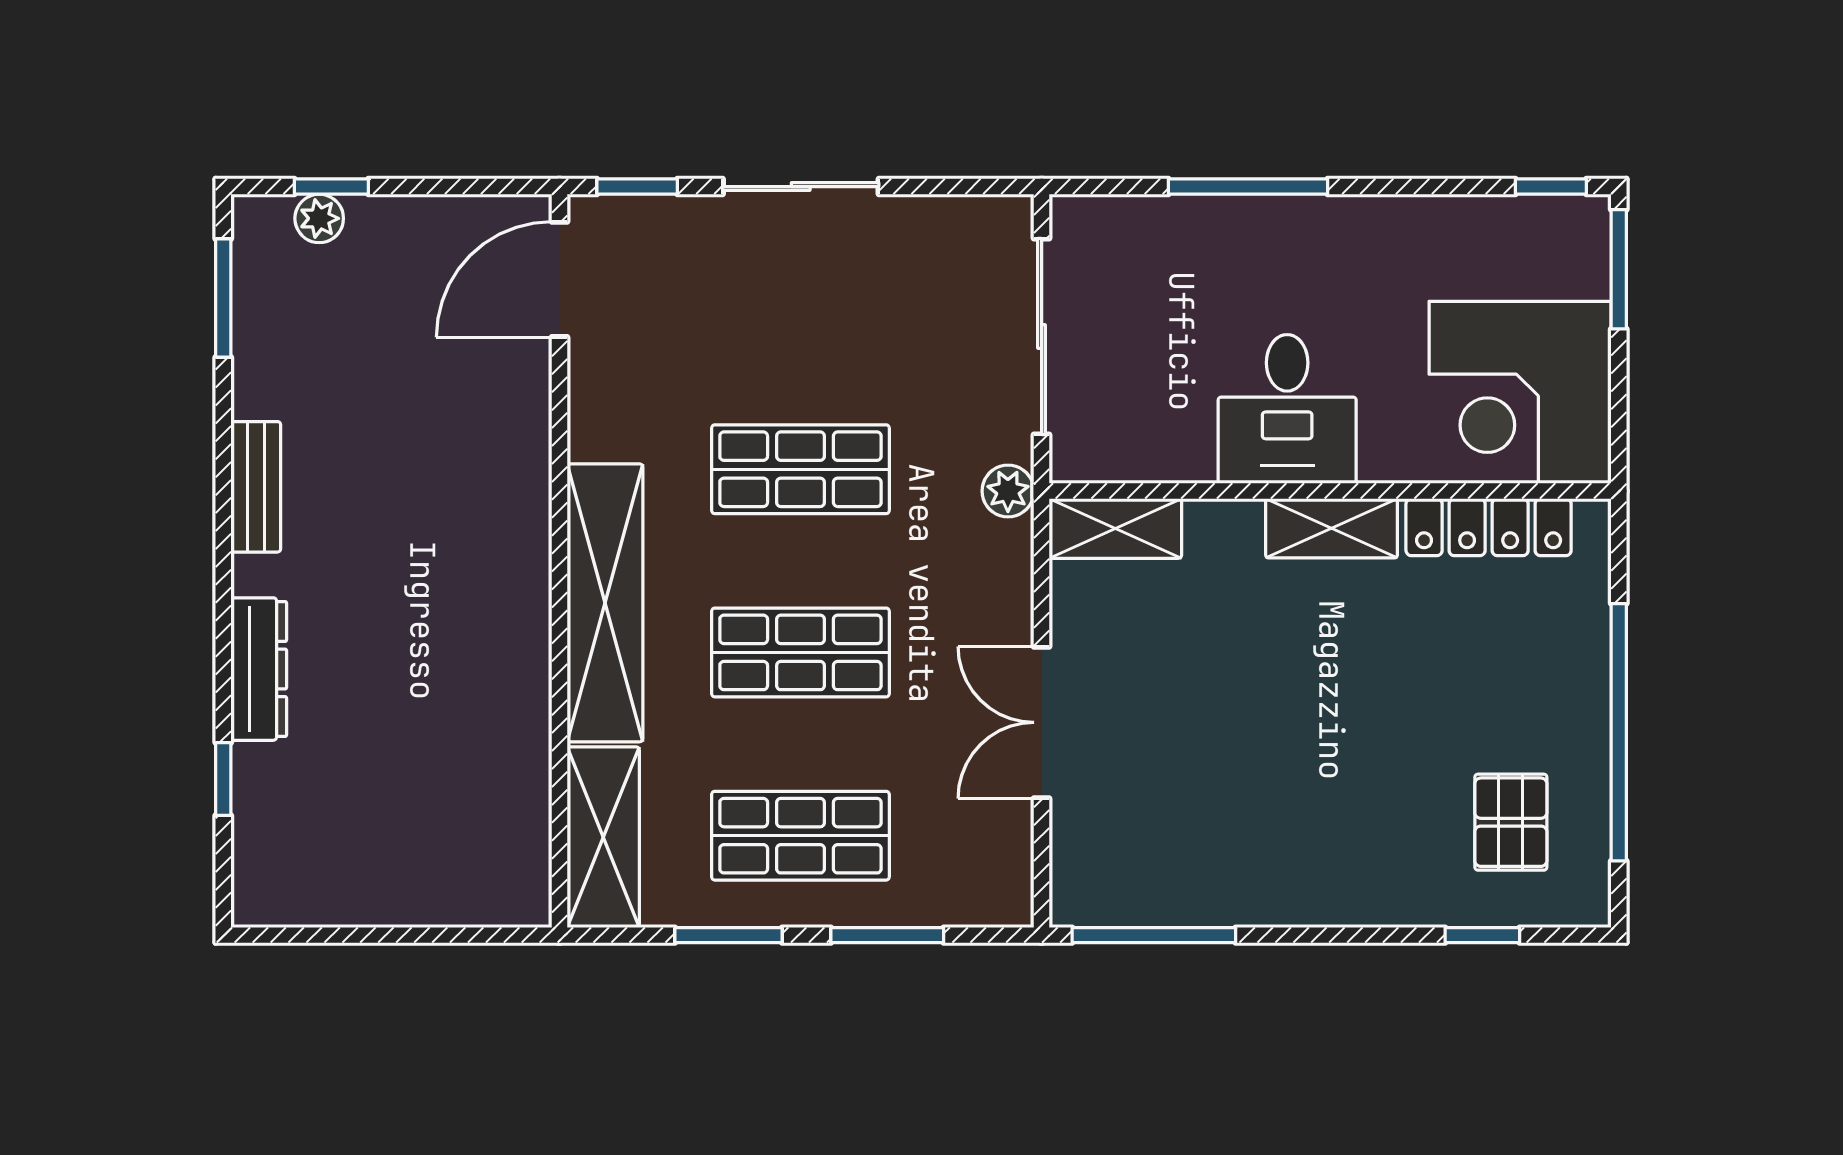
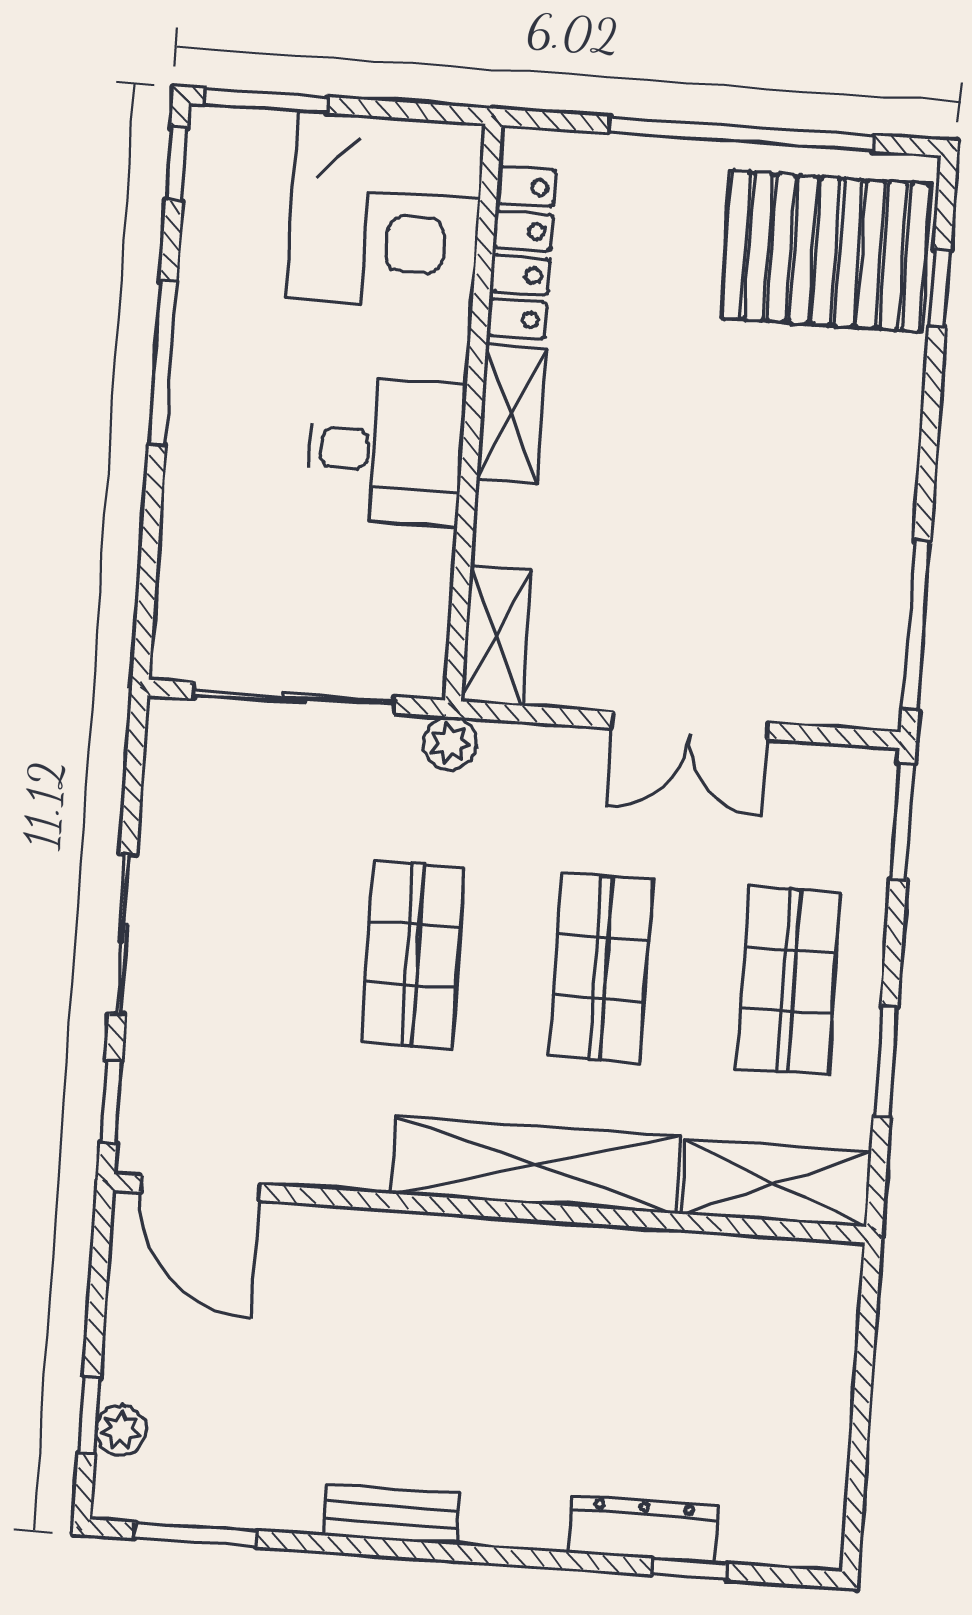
window: (1248, 187) -> (163, 363), moved
dresser: (259, 669) -> (643, 1529), moved
pallet: (1511, 822) -> (826, 251), width x2.05, depth x2.00
window: (887, 935) -> (902, 822), moved

